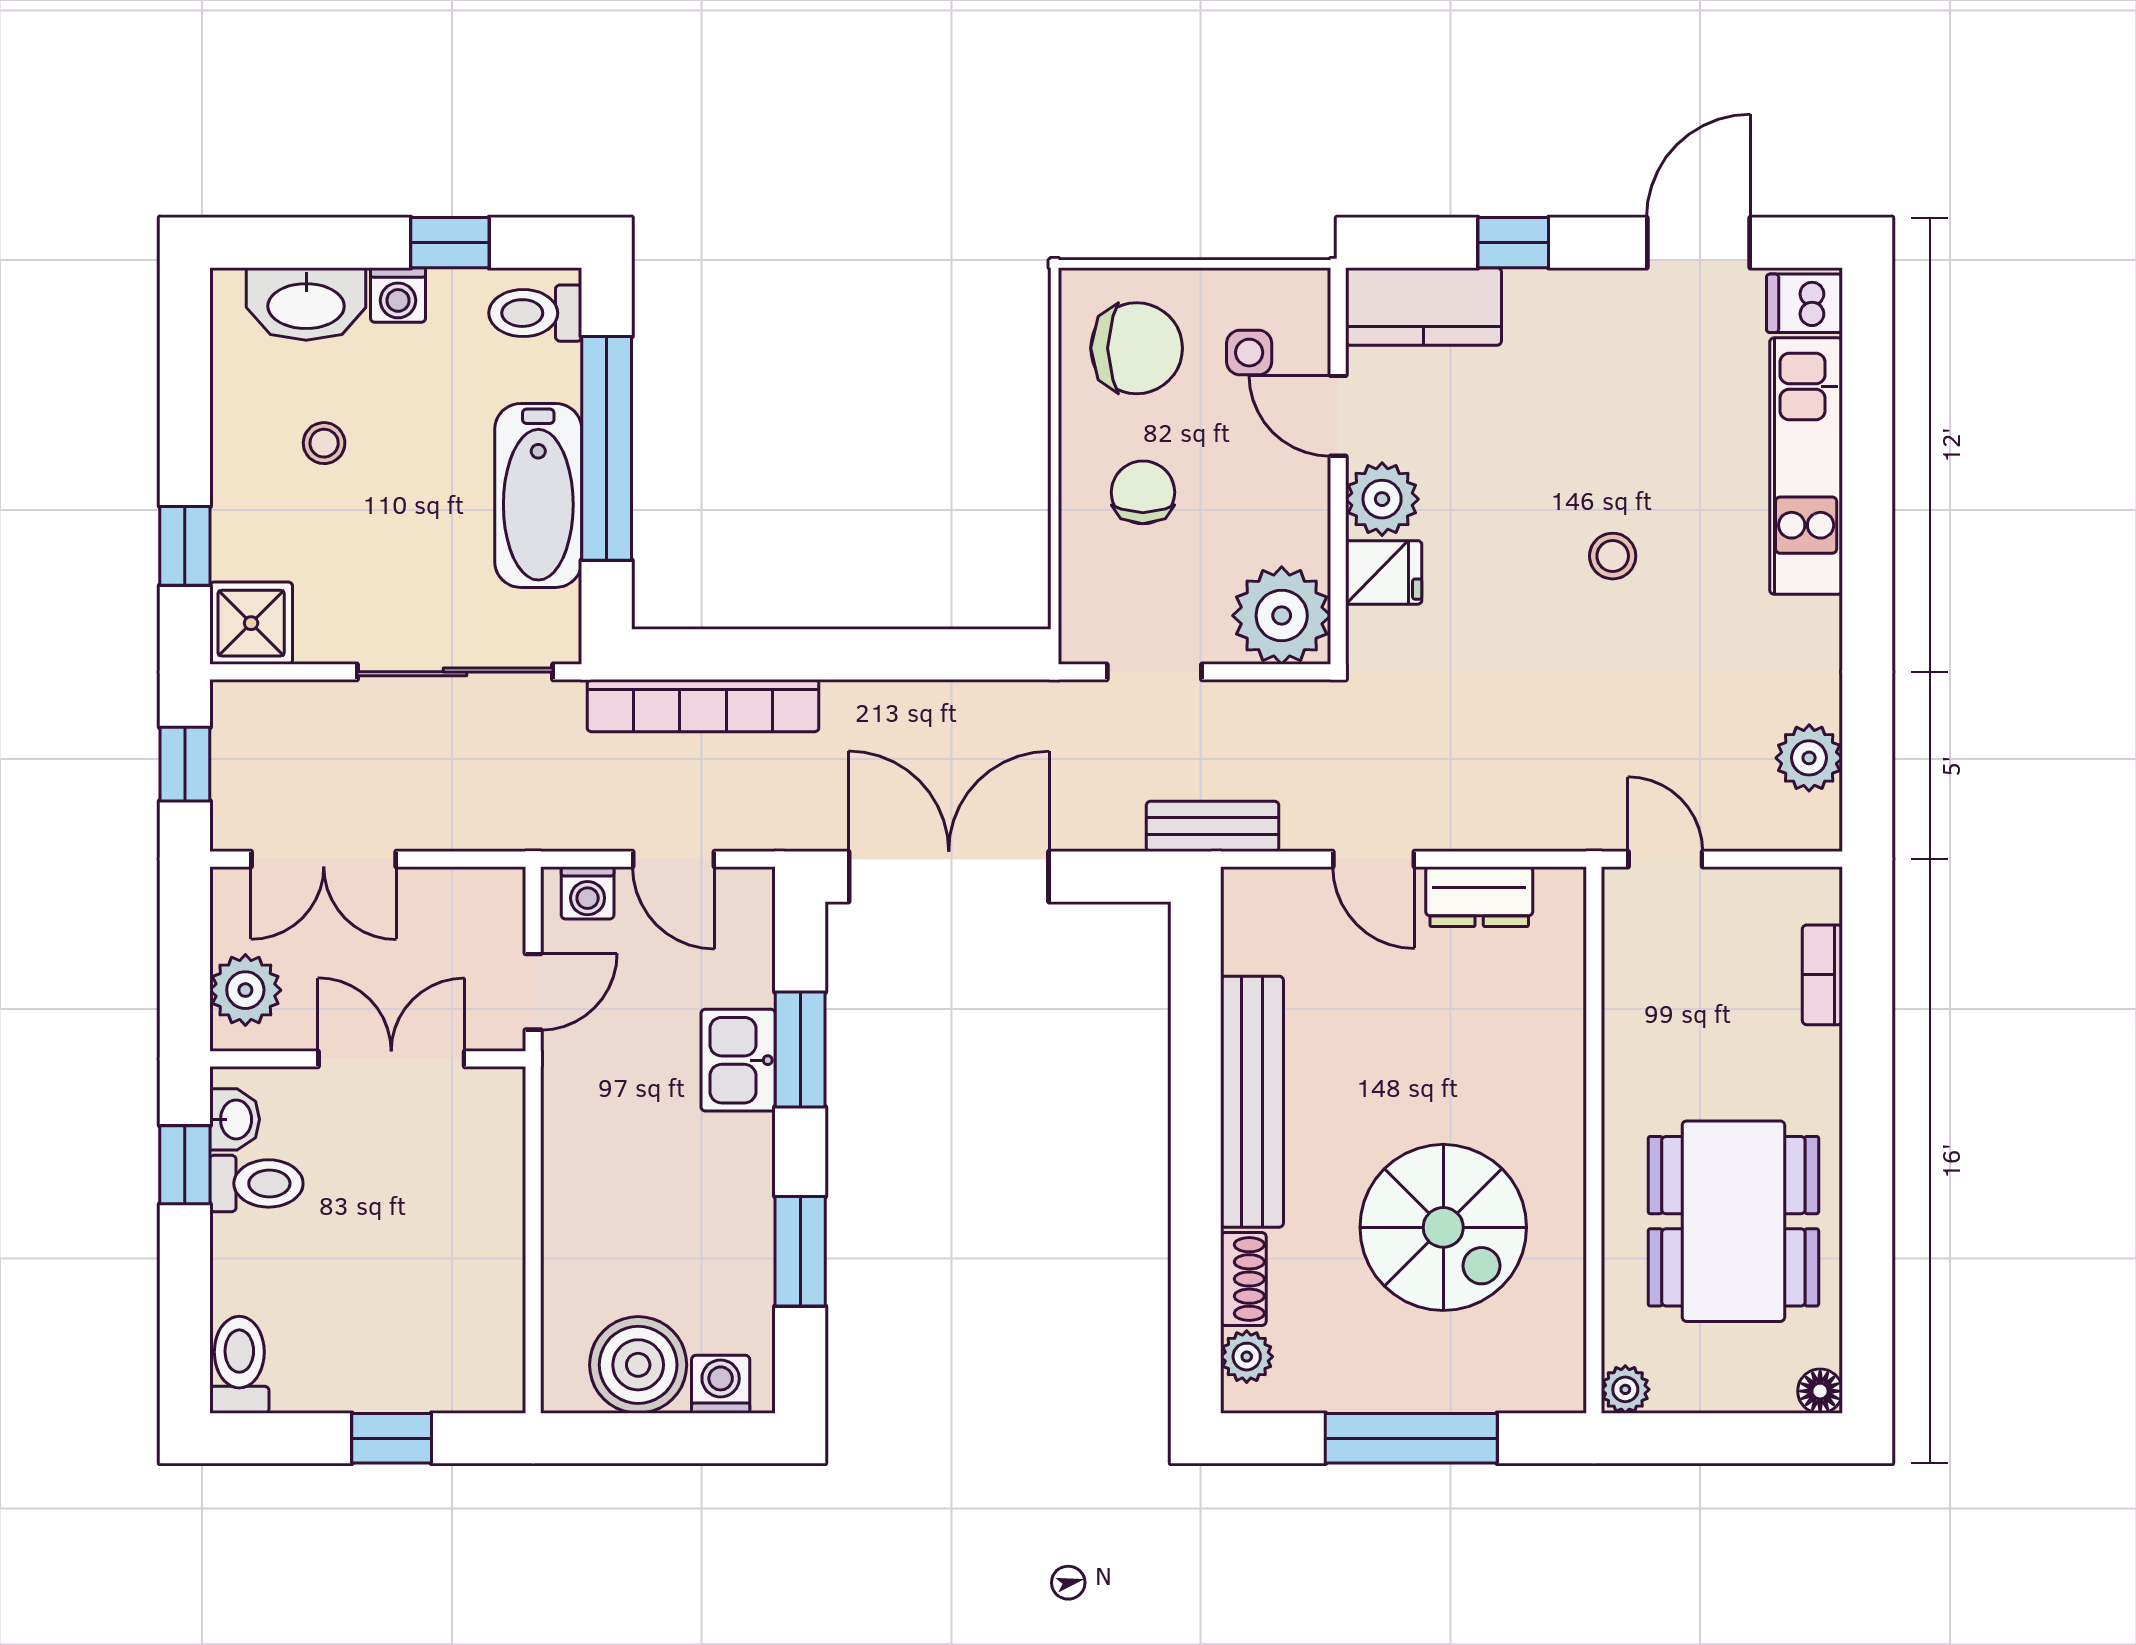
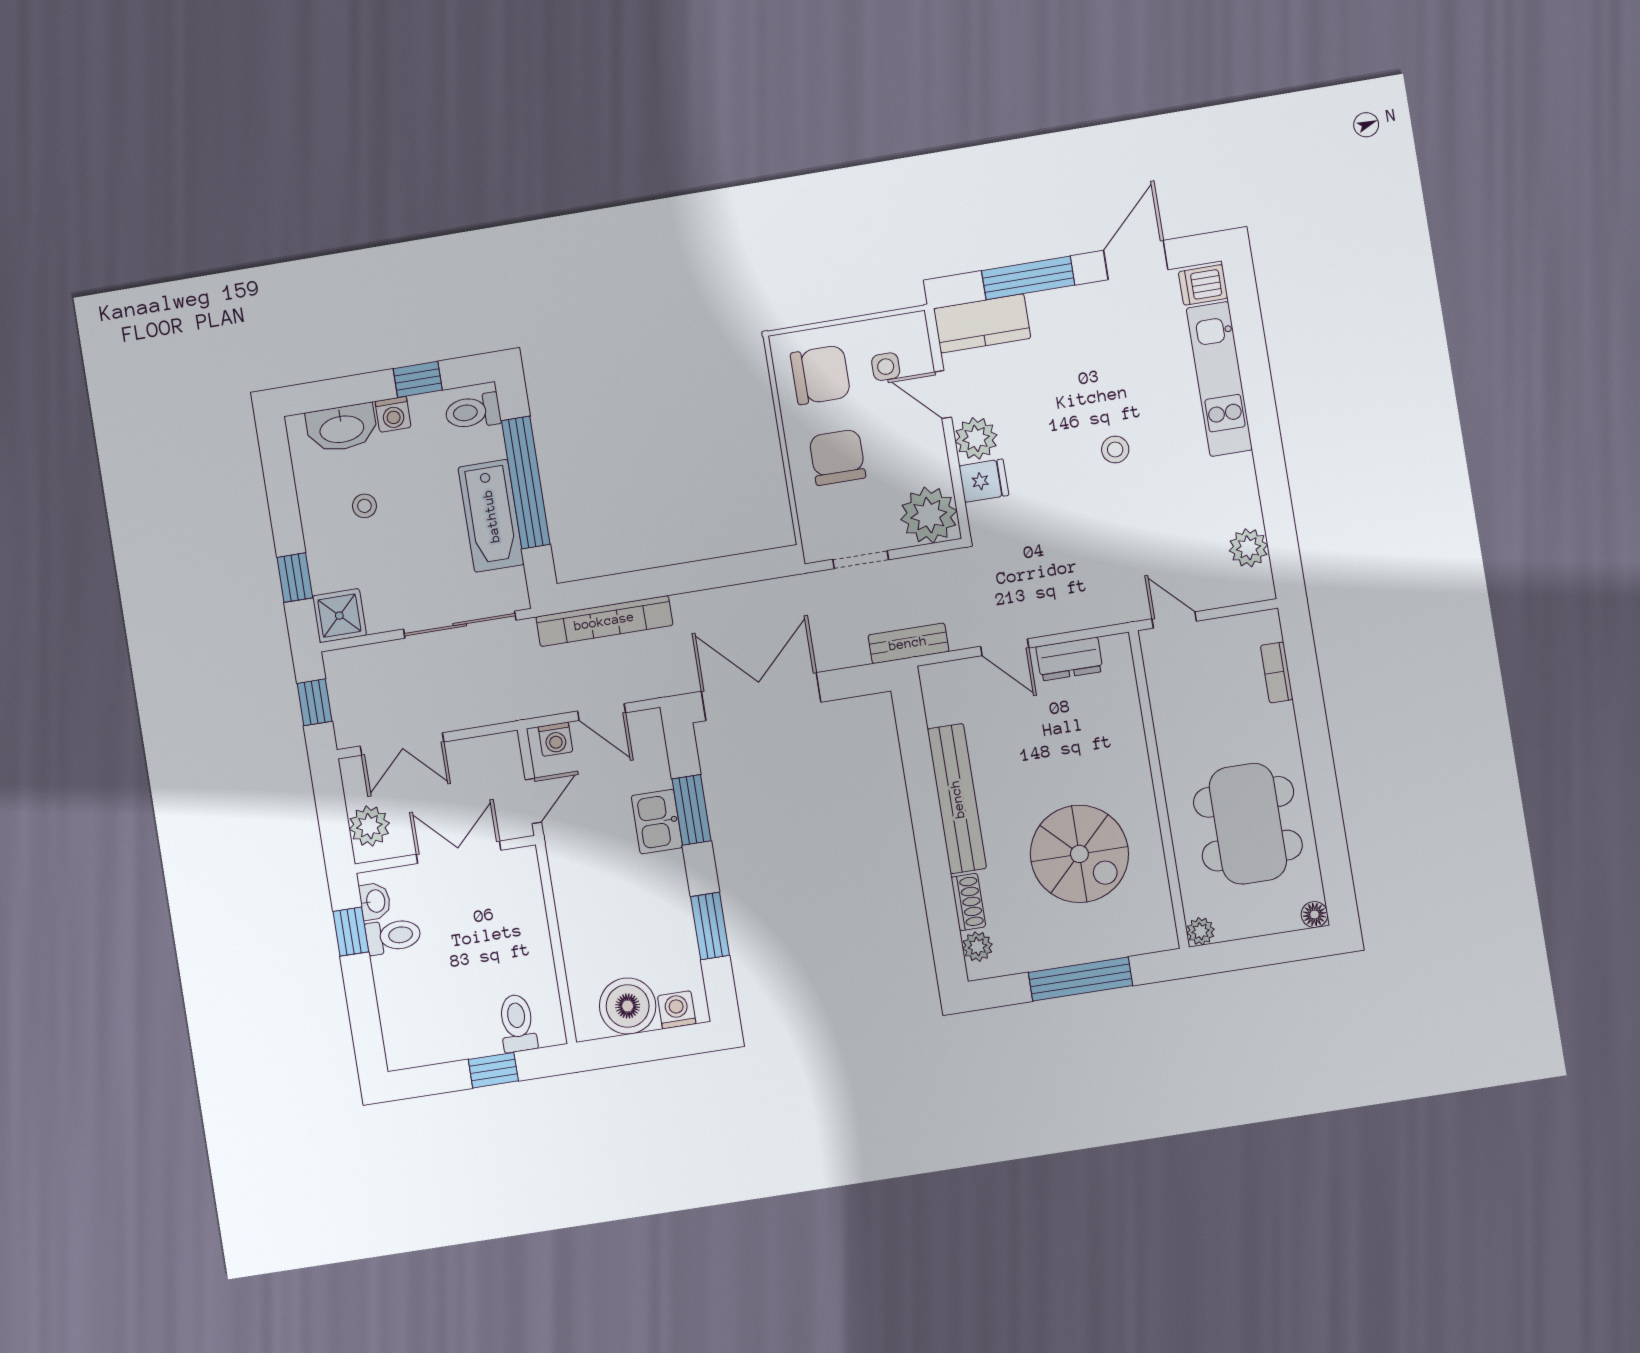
window: (1513, 243) -> (1028, 278), width x2.17
chair: (1143, 492) -> (837, 457), width x1.37, depth x1.37
toilet: (239, 1365) -> (517, 1023), moved

